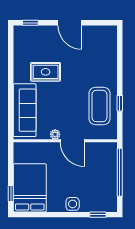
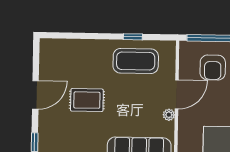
rug: (46, 72) -> (87, 100), moved, turned 90
armchair: (95, 170) -> (213, 68), added

